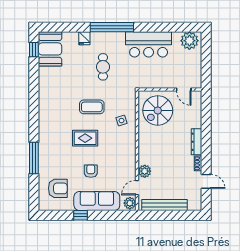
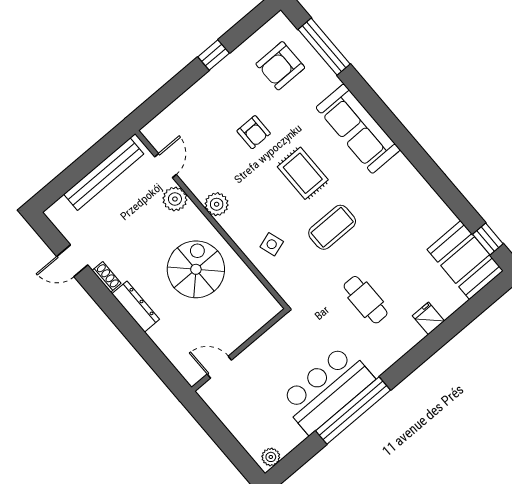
window: (112, 27) -> (353, 410), moved
plant: (189, 41) -> (271, 457), width x0.53, depth x0.53
spiral stairs: (158, 110) -> (196, 269), moved
rug: (85, 138) -> (303, 173), turned 90
window: (34, 158) -> (324, 47), moved
sofa: (97, 201) -> (358, 129), moved, turned 90
plant: (130, 203) -> (217, 204), moved

